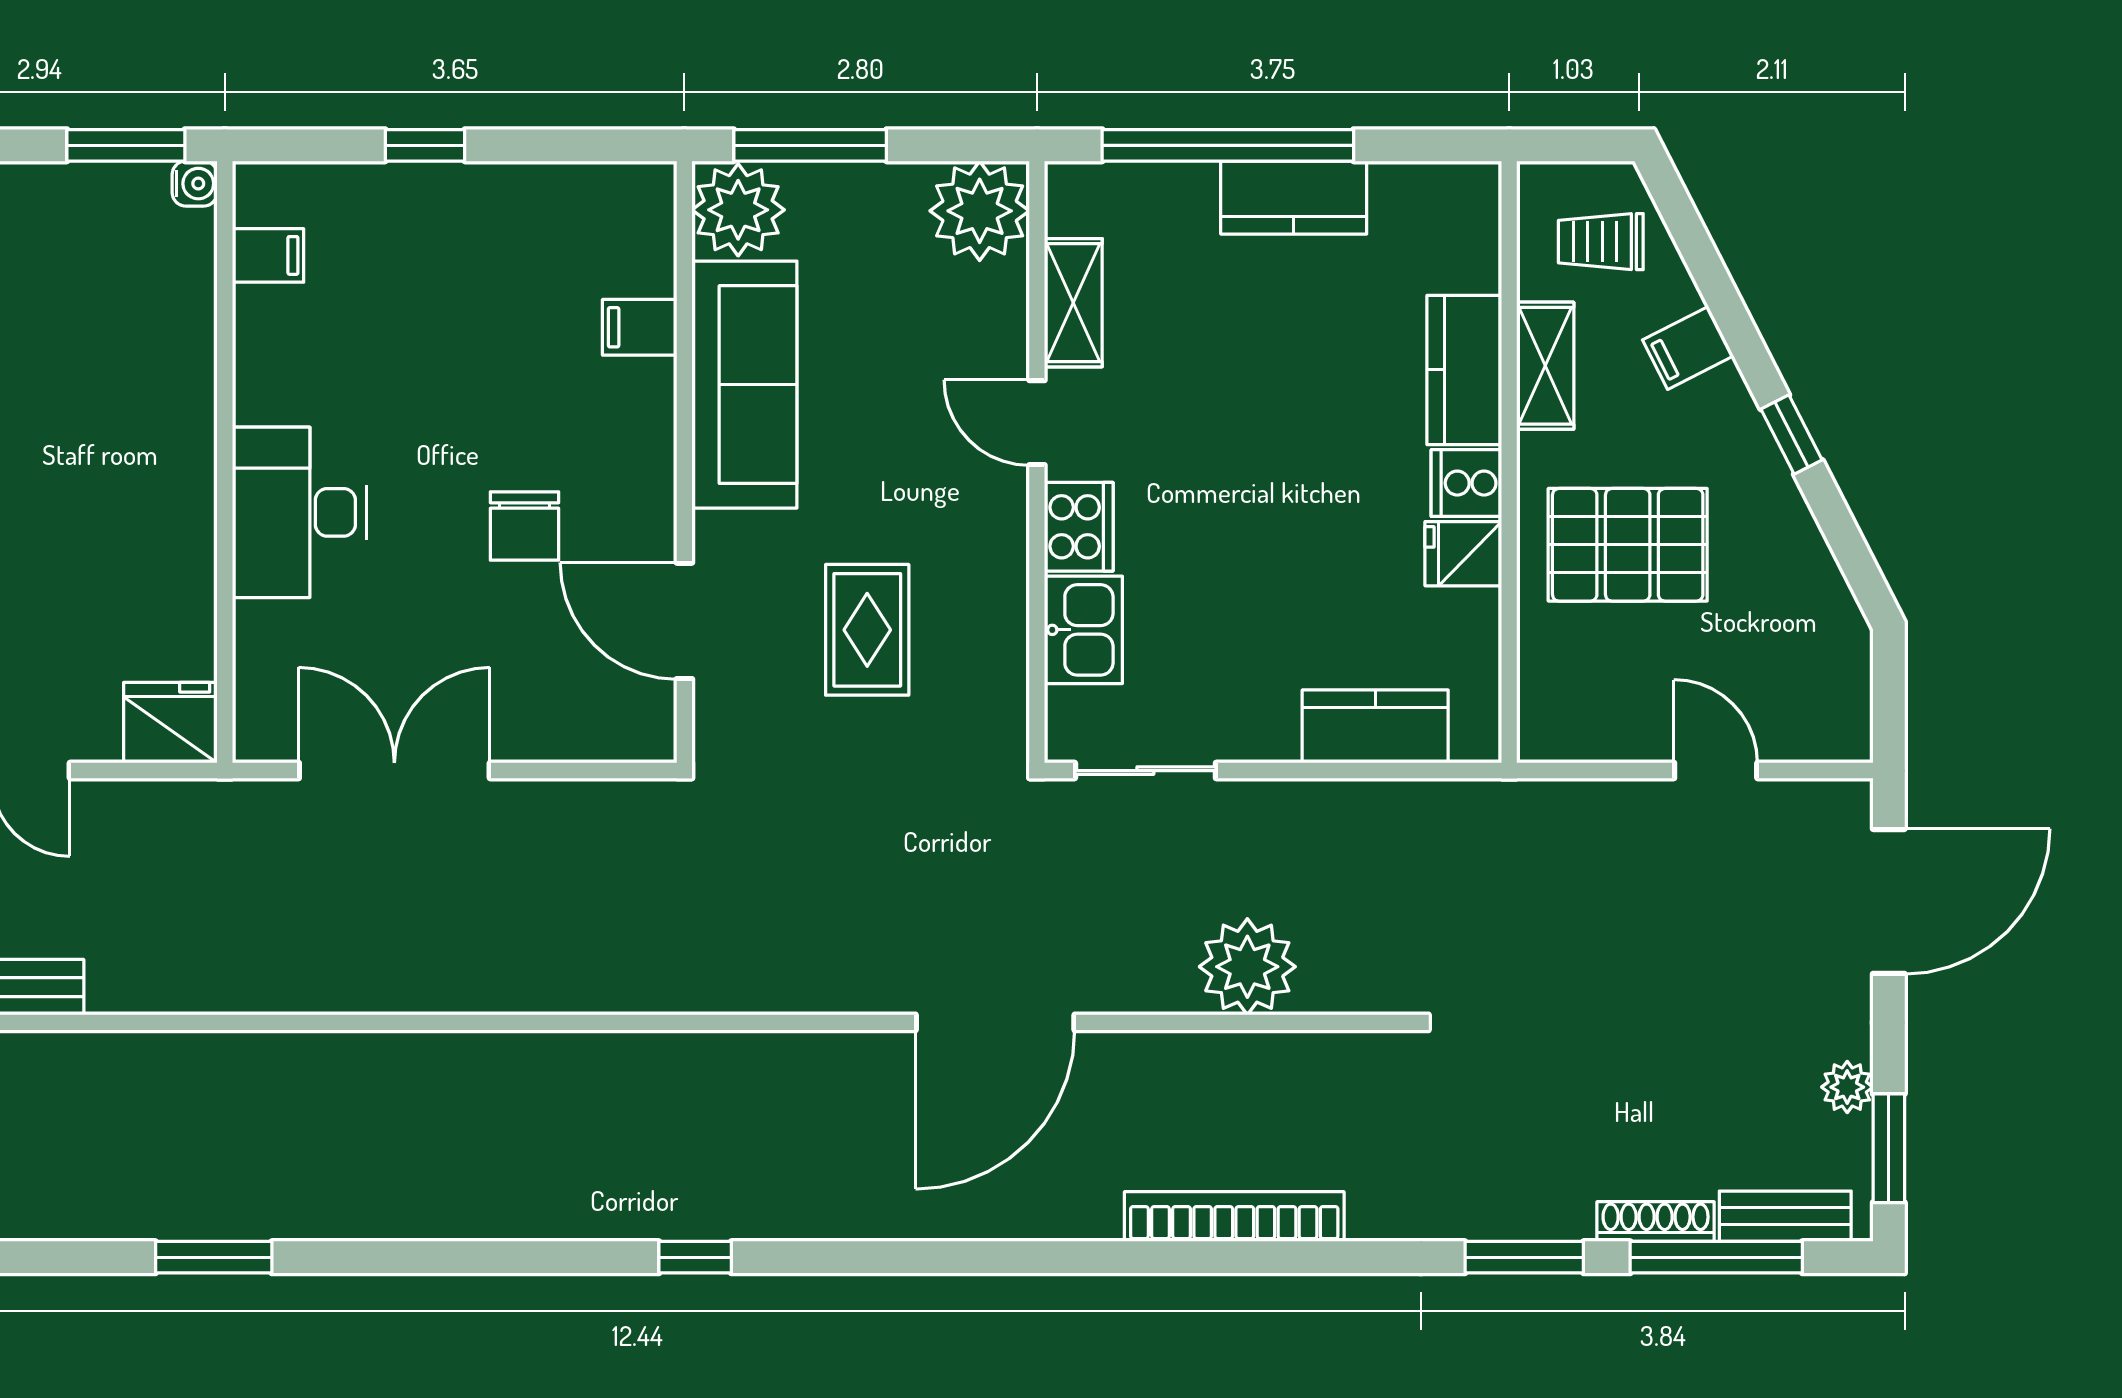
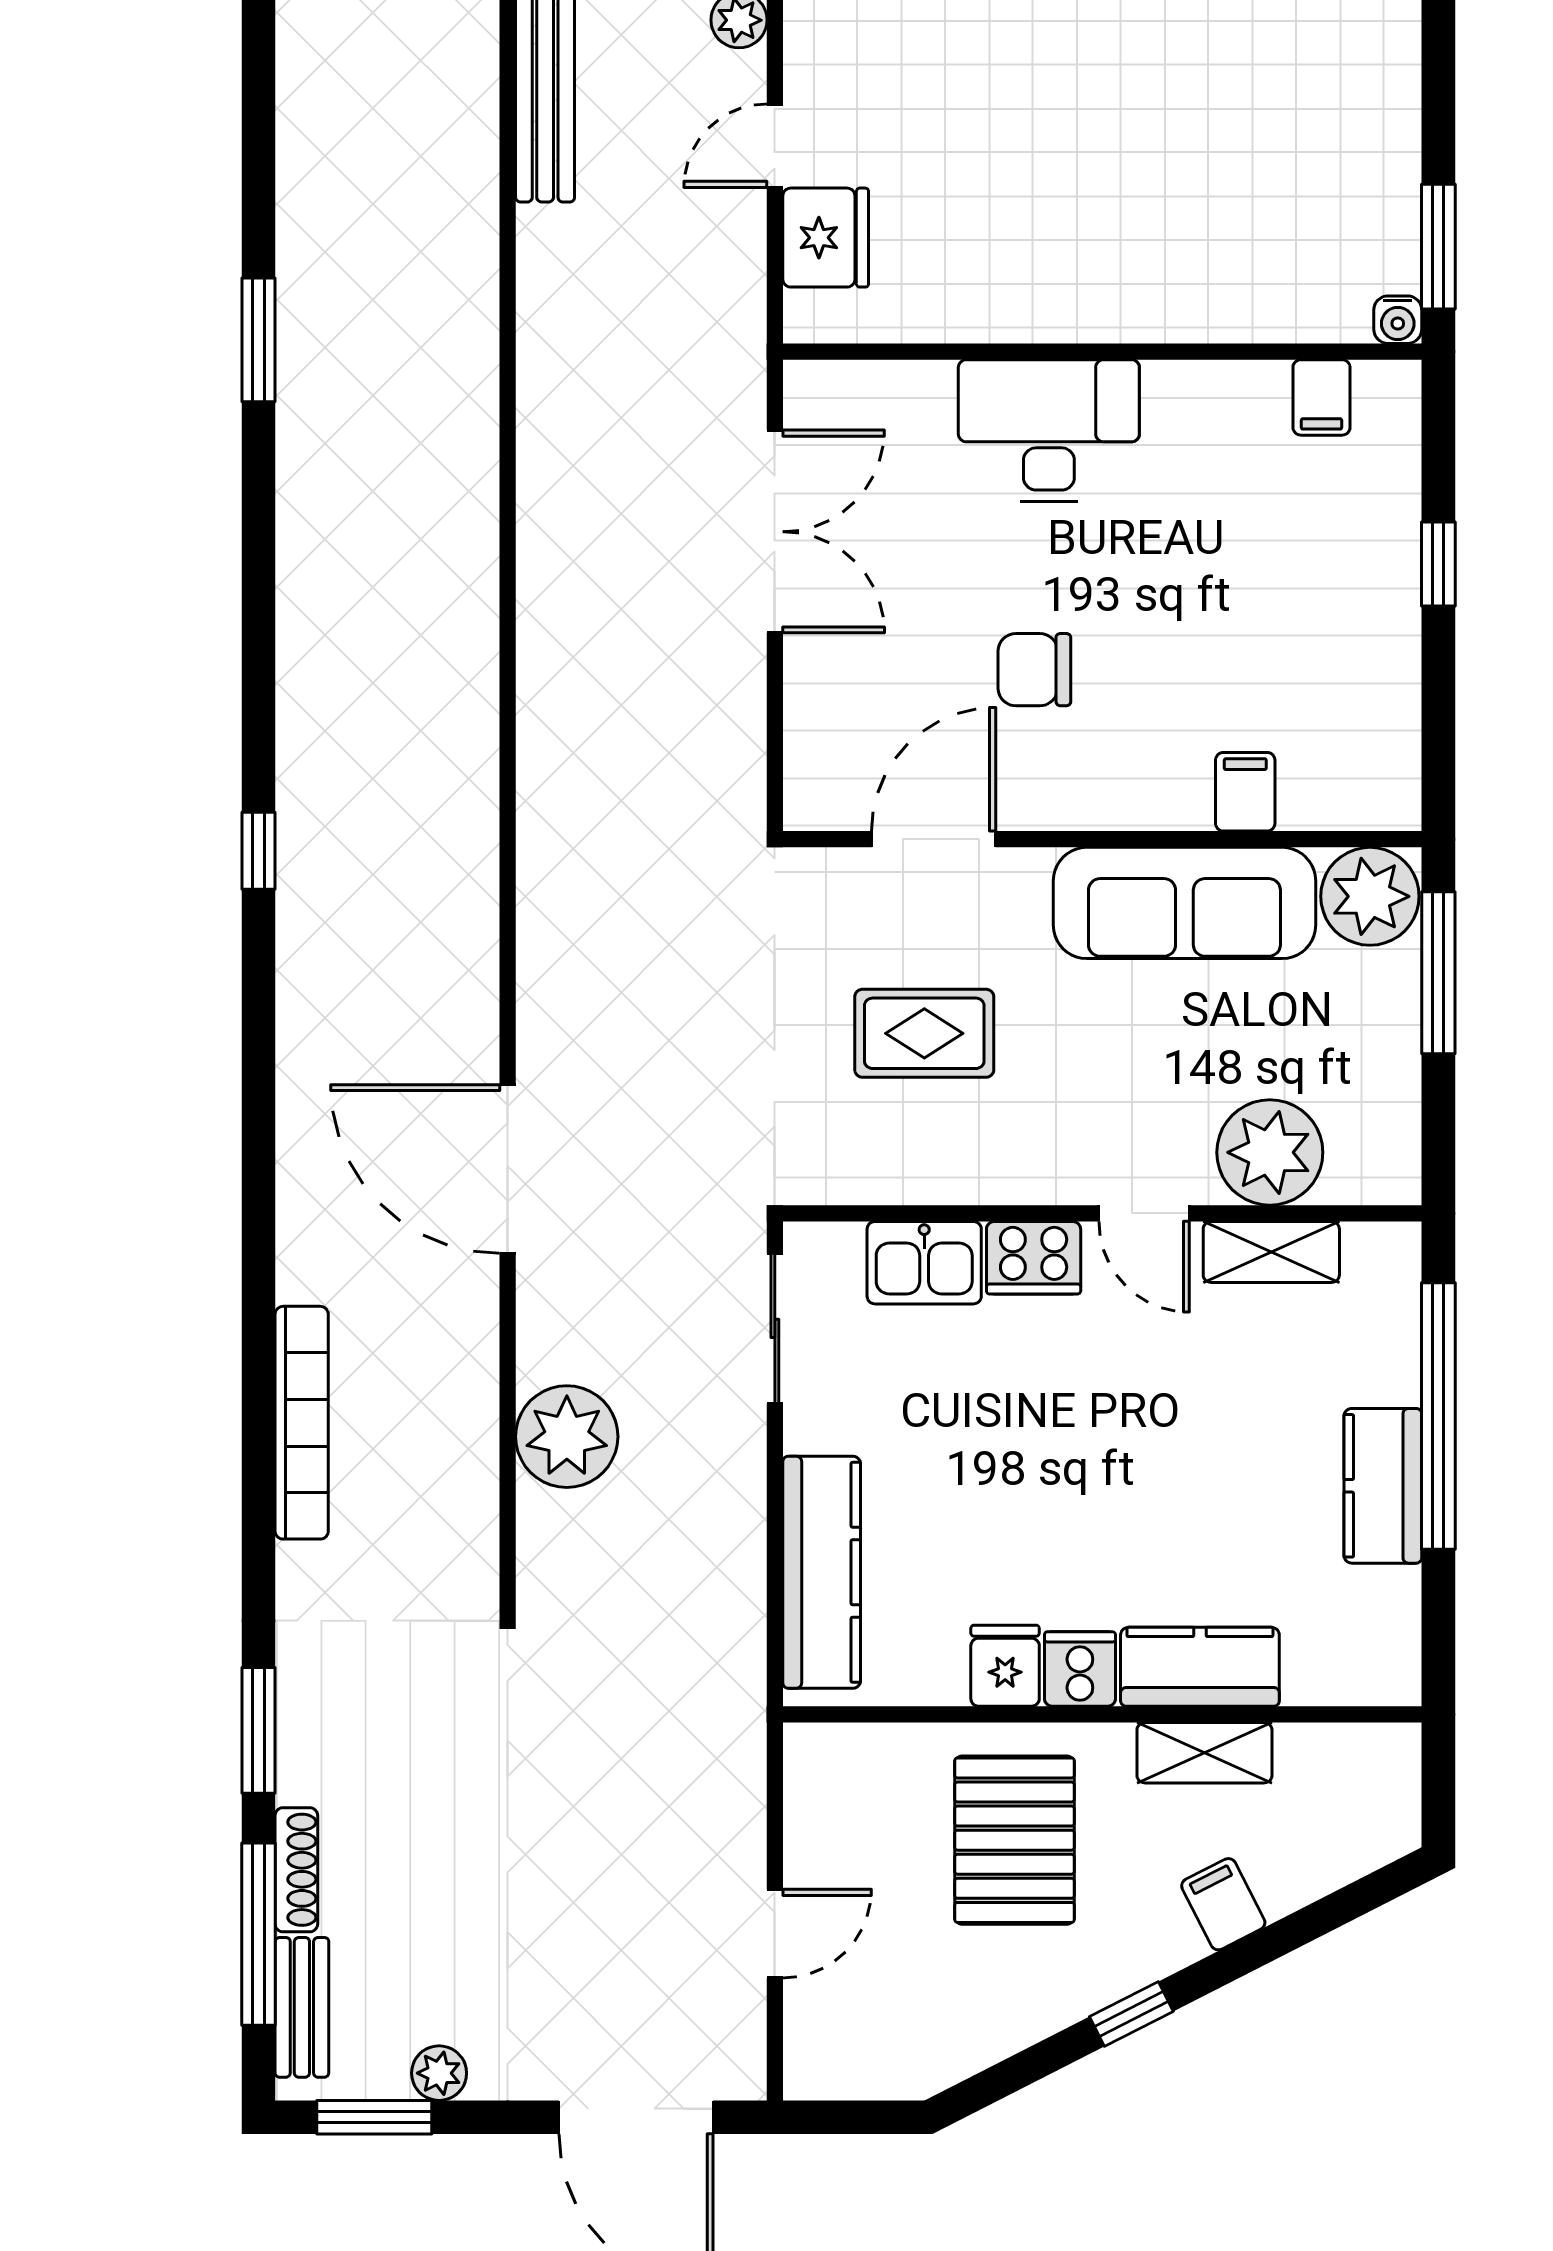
plant: (980, 211) -> (1270, 1152), moved
trolley: (1601, 242) -> (1336, 1812), removed
door: (1037, 423) -> (1144, 1213), swing flipped
fridge: (170, 723) -> (826, 238), moved
kitchen counter: (1375, 726) -> (822, 1572), width x1.50

